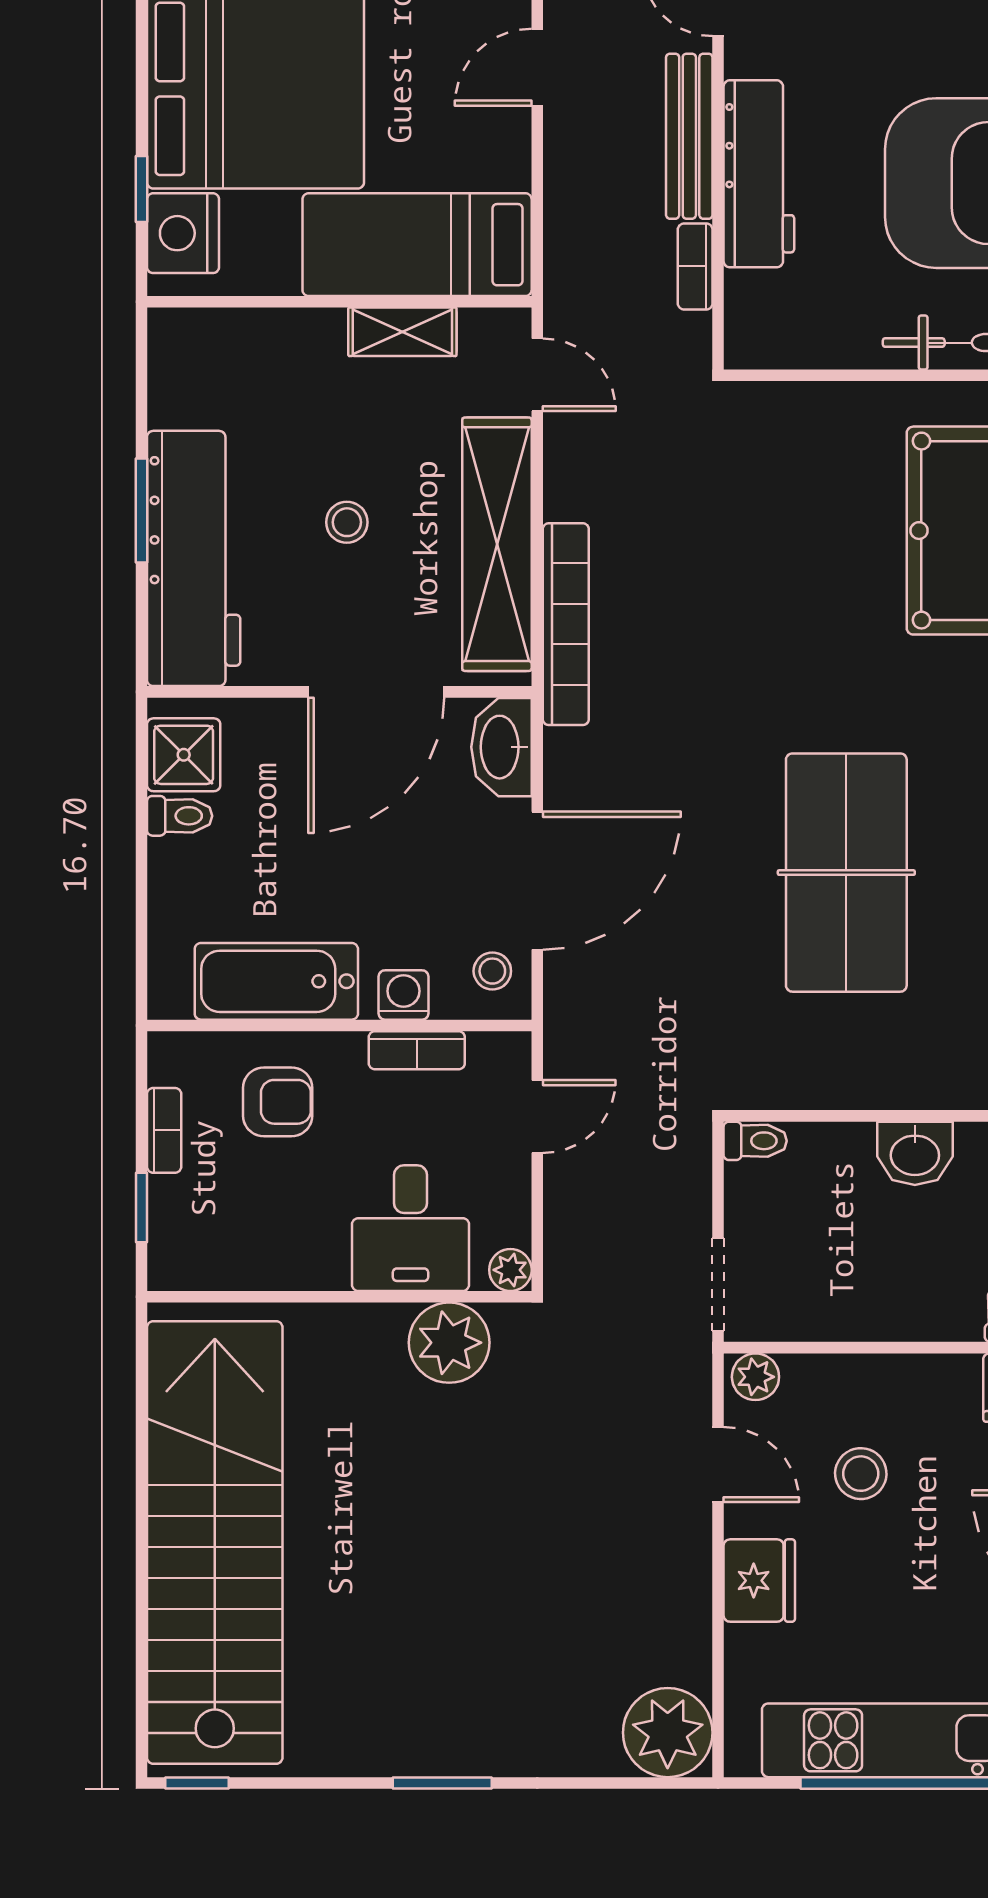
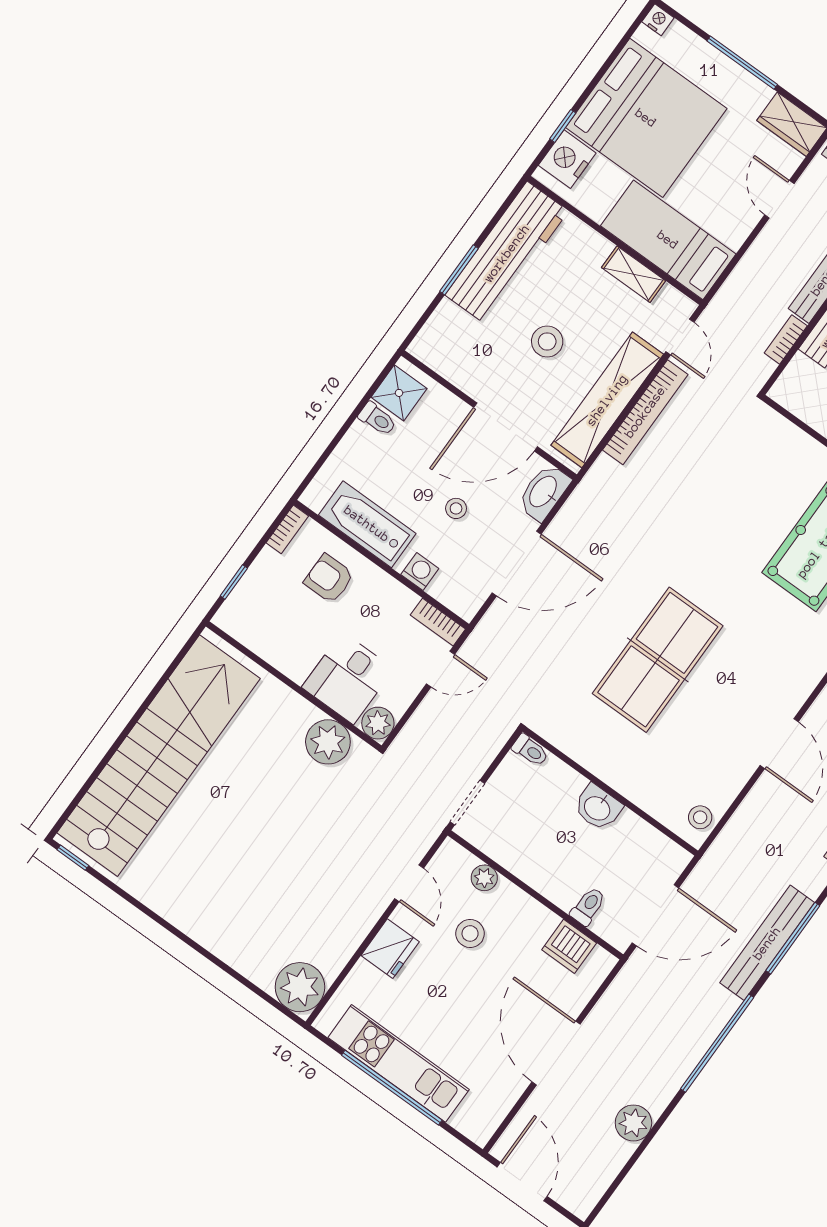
door: (537, 67) -> (779, 199), hinge flipped
stool: (347, 522) -> (547, 341), width x1.37, depth x1.37
workbench: (194, 558) -> (507, 253), moved
bookcase: (566, 624) -> (645, 412), moved
stool: (492, 971) -> (456, 508), moved
bookcase: (417, 1050) -> (438, 622), moved
armchair: (278, 1102) -> (329, 579), turned 180
bookcase: (164, 1130) -> (287, 529), moved
plant: (510, 1270) -> (378, 723), width x1.38, depth x1.38
plant: (755, 1377) -> (484, 878), moved
window: (442, 1783) -> (183, 937), removed

